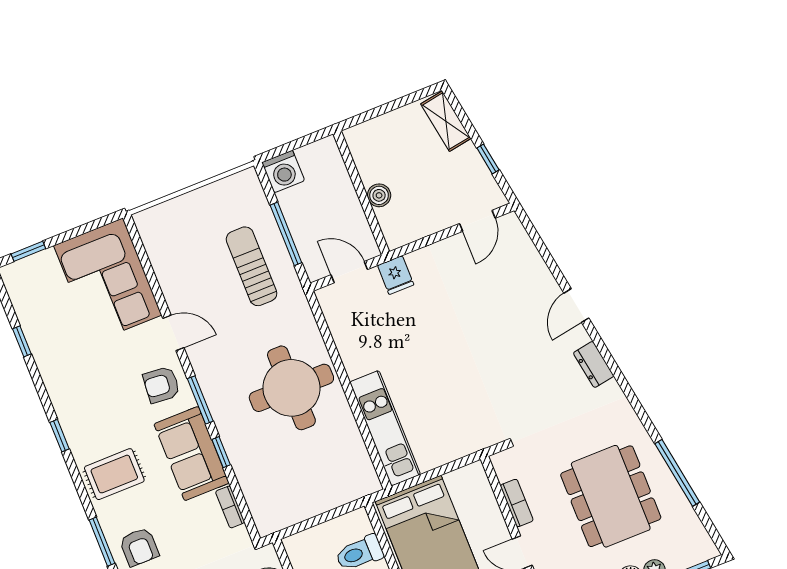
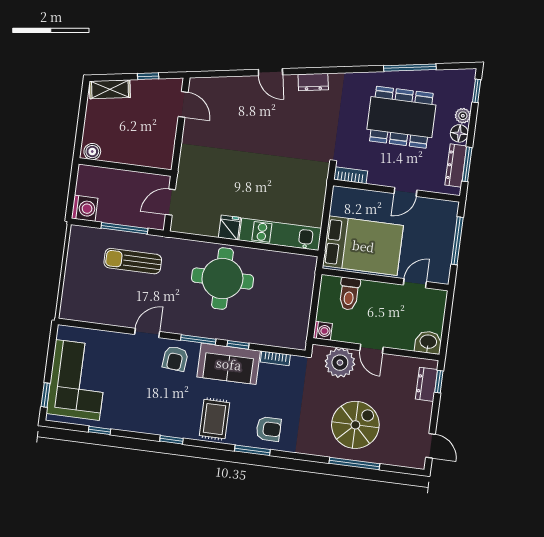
boiler: (379, 195) -> (92, 152), moved
fridge: (396, 275) -> (229, 228), moved, turned -90
corner sofa: (108, 280) -> (77, 380), moved, turned -90
bookcase: (517, 503) -> (351, 175), moved
washing machine: (296, 546) -> (323, 331), added

